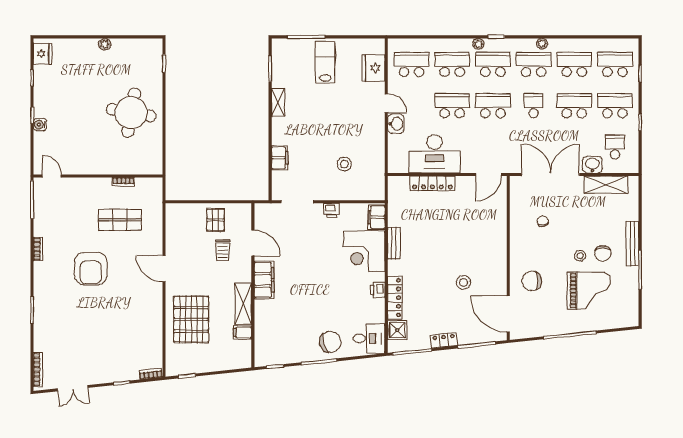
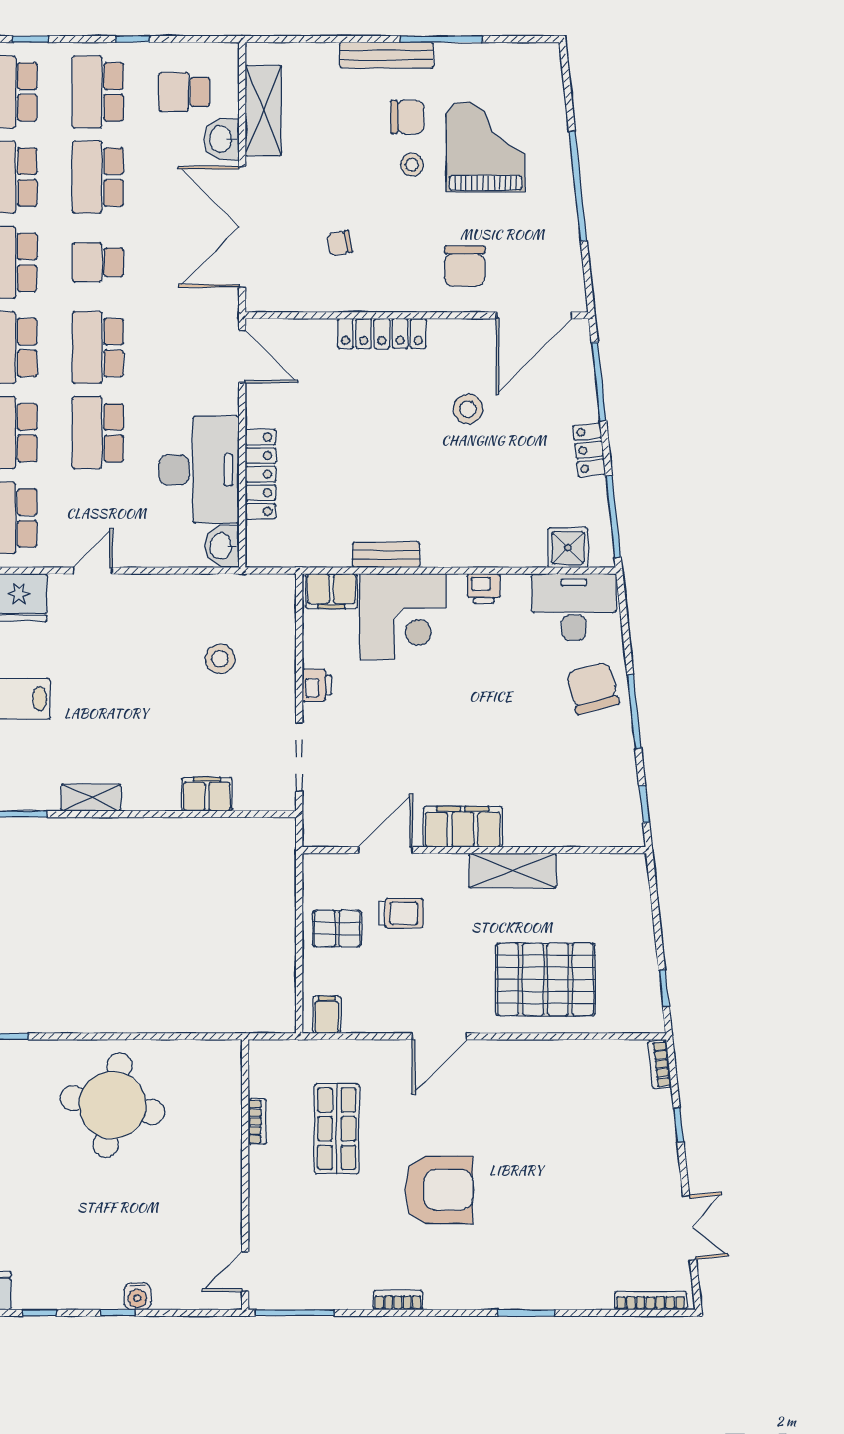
washbasin: (396, 124) -> (222, 546), moved, turned -90
locker: (395, 298) -> (382, 333), moved, turned 180
filing cabinet: (243, 332) -> (327, 1015), moved, turned 180
desk: (369, 338) -> (574, 607), width x1.37

